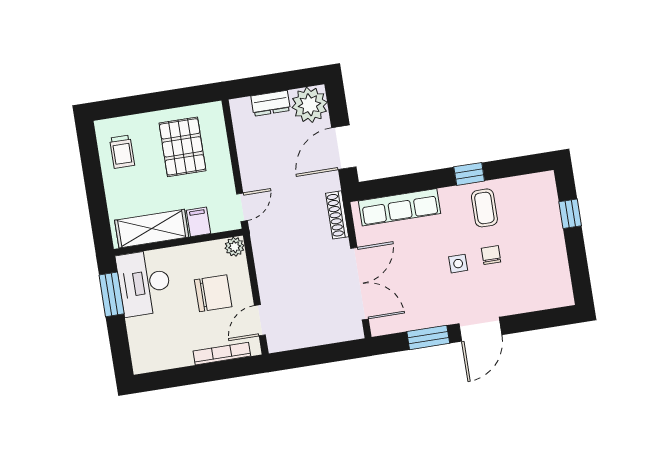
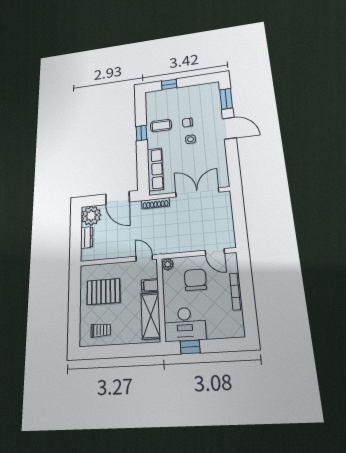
window: (112, 294) -> (190, 347), width x0.67
window: (428, 337) -> (226, 99), moved
bookcase: (222, 354) -> (236, 291), moved

